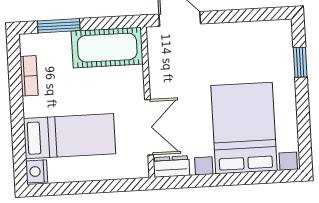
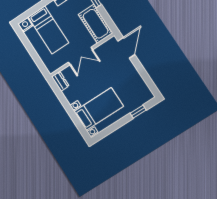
double door: (149, 127) -> (80, 56), moved
bed with nightstands: (244, 128) -> (99, 109), width x0.73

